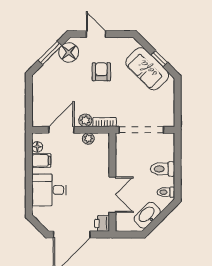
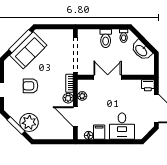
floor lamp: (69, 52) -> (16, 111), removed
window: (159, 59) -> (20, 41), width x2.17
plant: (54, 70) -> (29, 122), added
double door: (112, 195) -> (108, 77), moved

